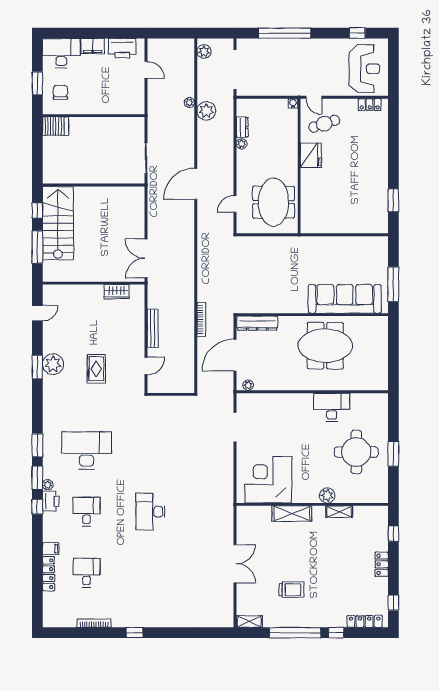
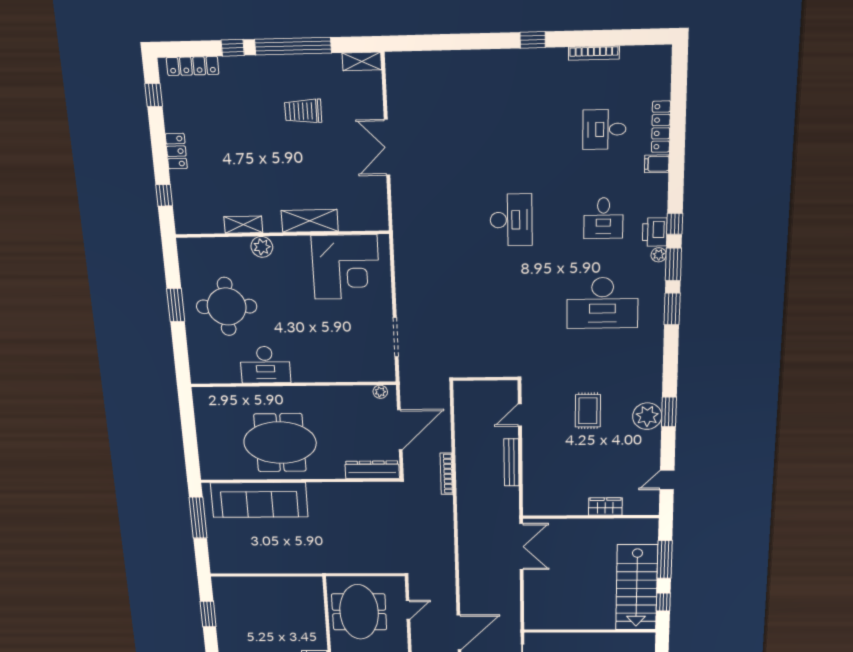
wardrobe: (117, 292) -> (605, 506), moved
desk: (87, 573) -> (604, 129), turned 90

